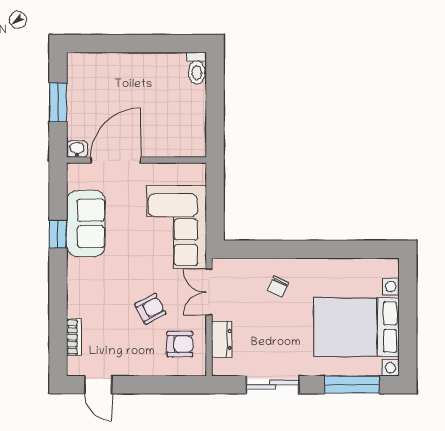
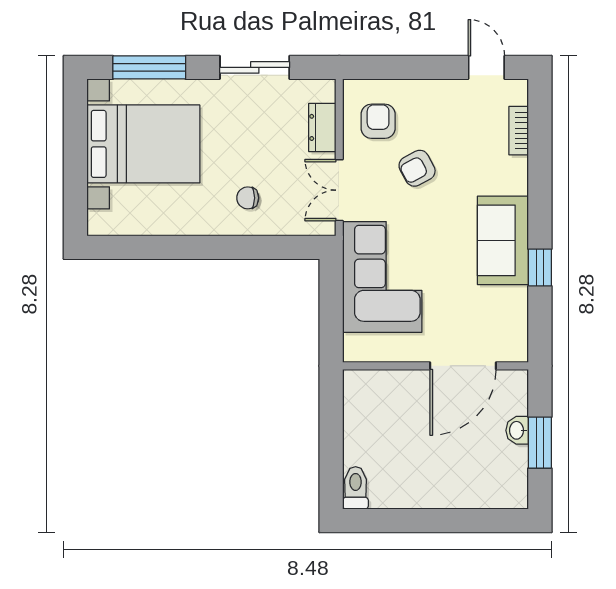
washbasin: (77, 149) -> (517, 430), moved, turned 90
sofa: (86, 223) -> (503, 240), moved
chair: (278, 286) -> (248, 198), turned -115
double door: (209, 292) -> (339, 190), swing flipped
armchair: (180, 344) -> (378, 121), turned 90

